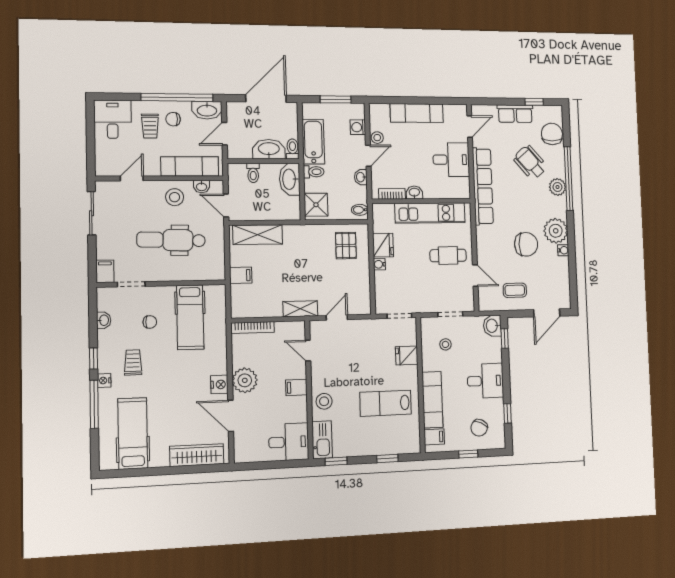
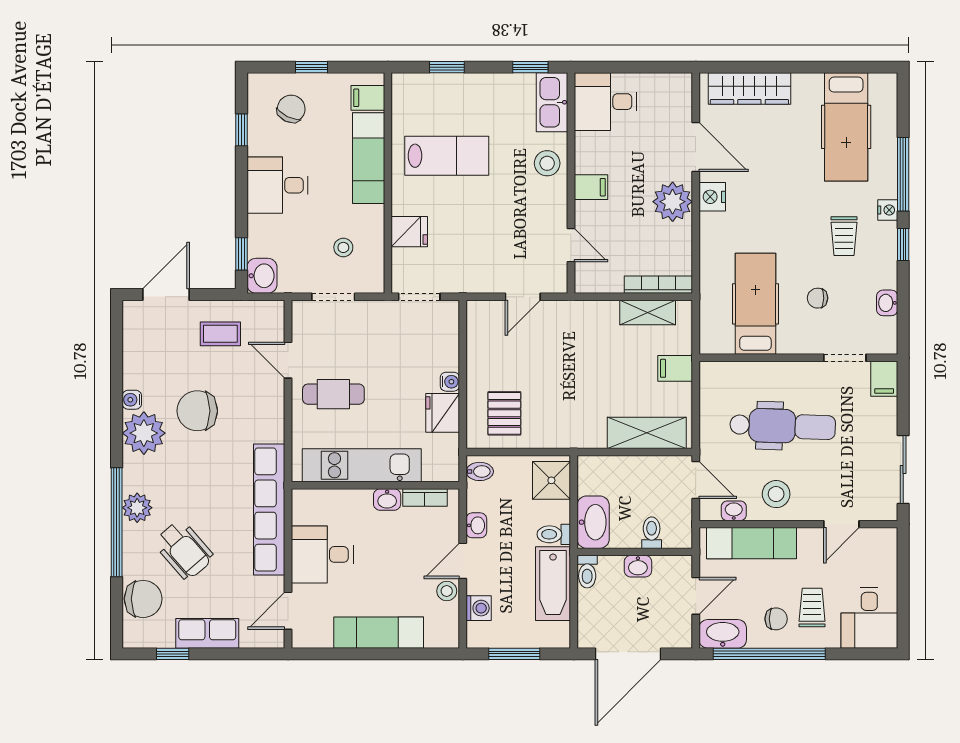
chair: (552, 134) -> (143, 599), turned -90
washbasin: (269, 149) -> (638, 566), width x0.52, depth x0.69
shelving: (300, 309) -> (648, 313), moved

